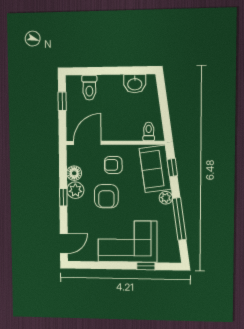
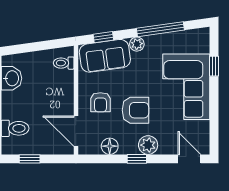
plant: (75, 190) -> (148, 145), moved

